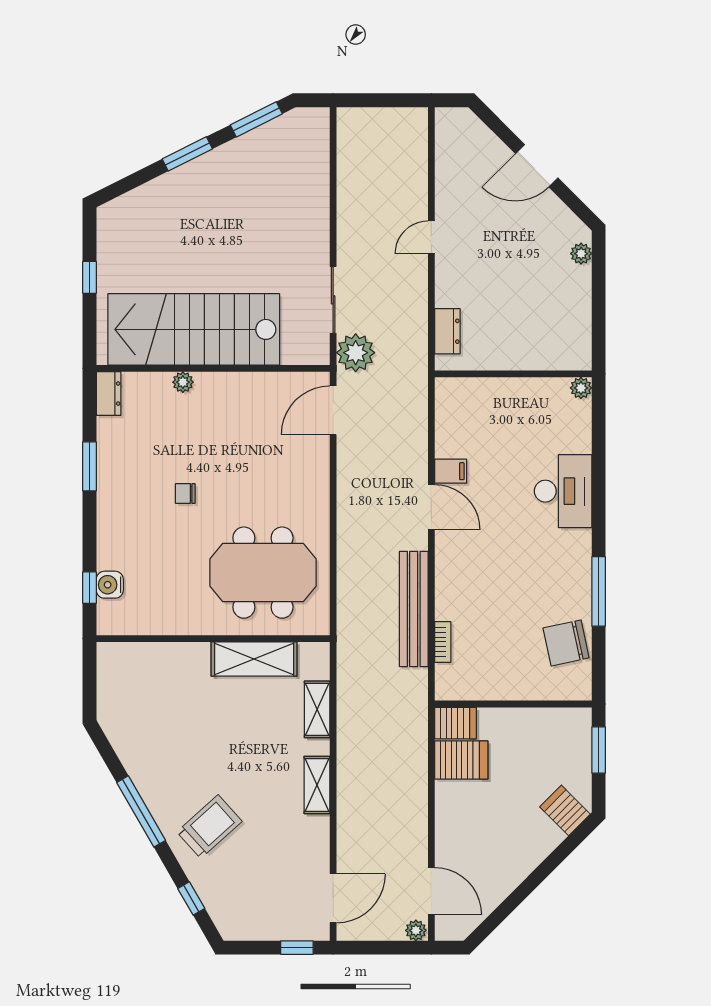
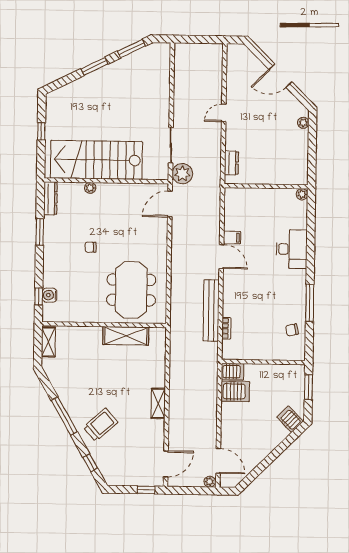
dresser: (109, 394) -> (50, 198), width x1.44
meeting table: (263, 573) -> (131, 290), turned 90
chair: (566, 643) -> (292, 330), width x0.54, depth x0.54
shelving: (317, 709) -> (48, 342), moved

